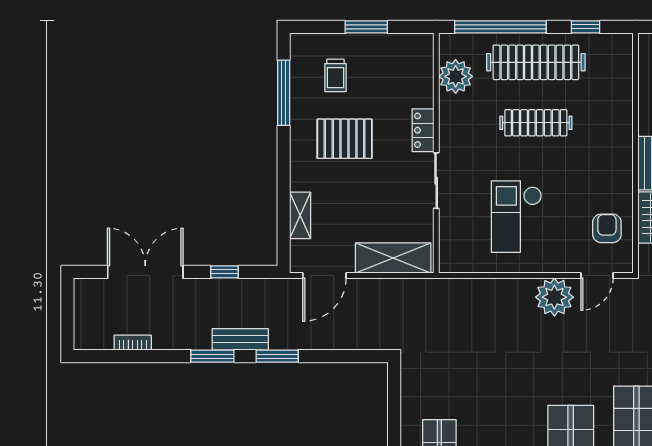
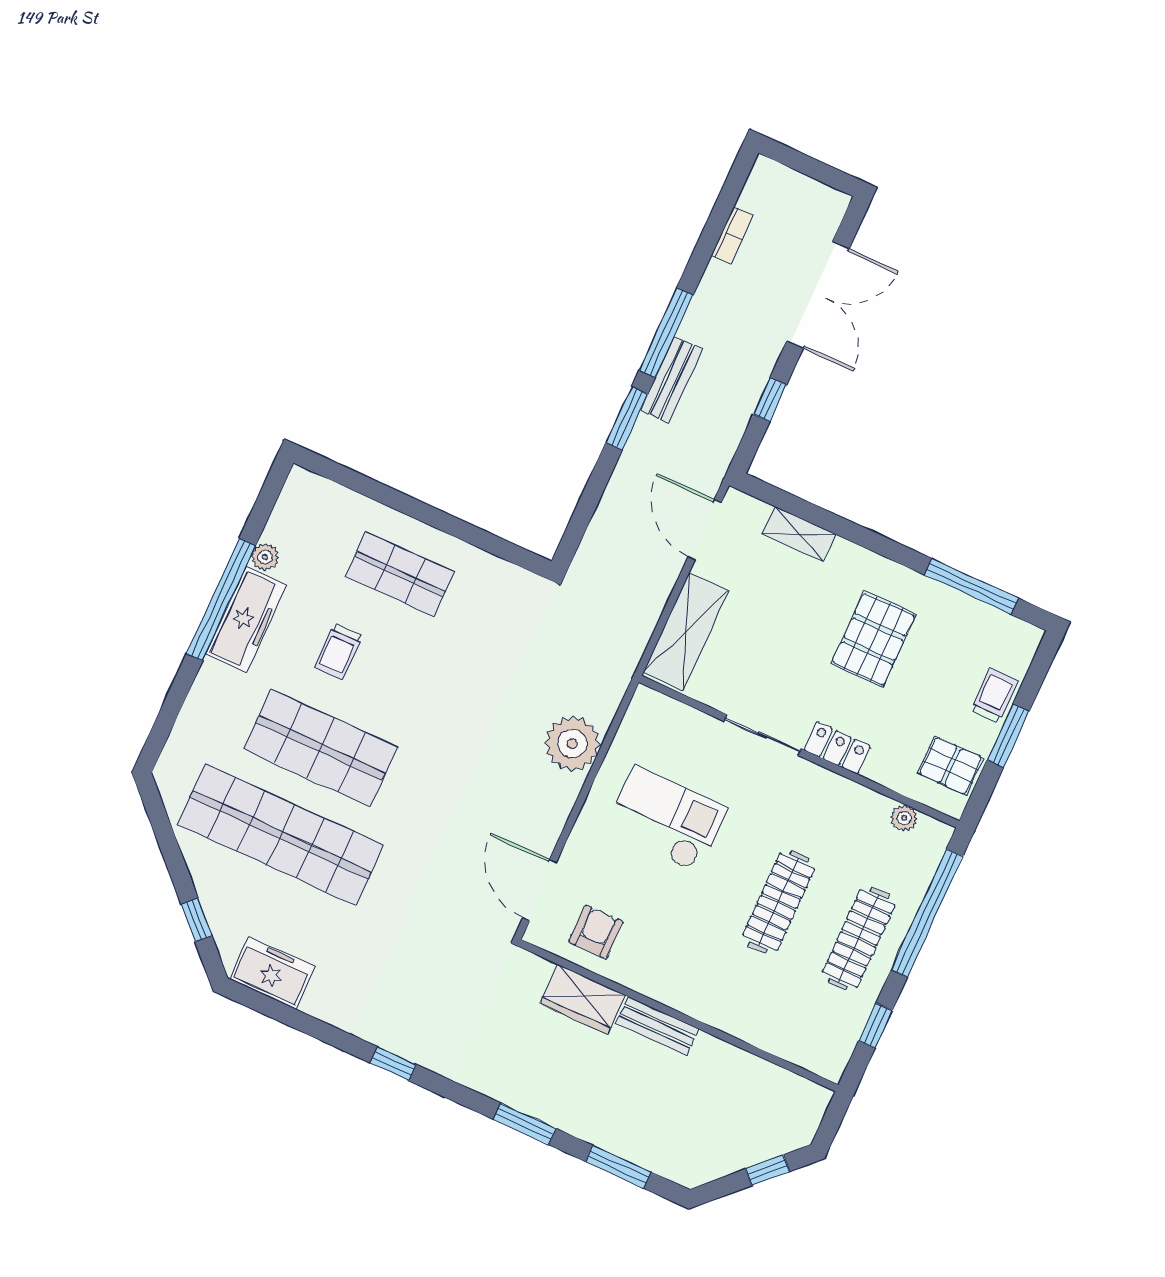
pallet: (402, 54) -> (951, 766), added
clothes rail: (536, 62) -> (859, 939), width x0.73, depth x0.76
trolley: (335, 75) -> (995, 695), moved, turned 90
plant: (456, 76) -> (904, 818), width x0.53, depth x0.53
armchair: (607, 228) -> (596, 932), turned -90
door: (597, 276) -> (540, 890), width x1.38
plant: (554, 297) -> (572, 744), moved
window: (212, 356) -> (666, 333), width x1.44

